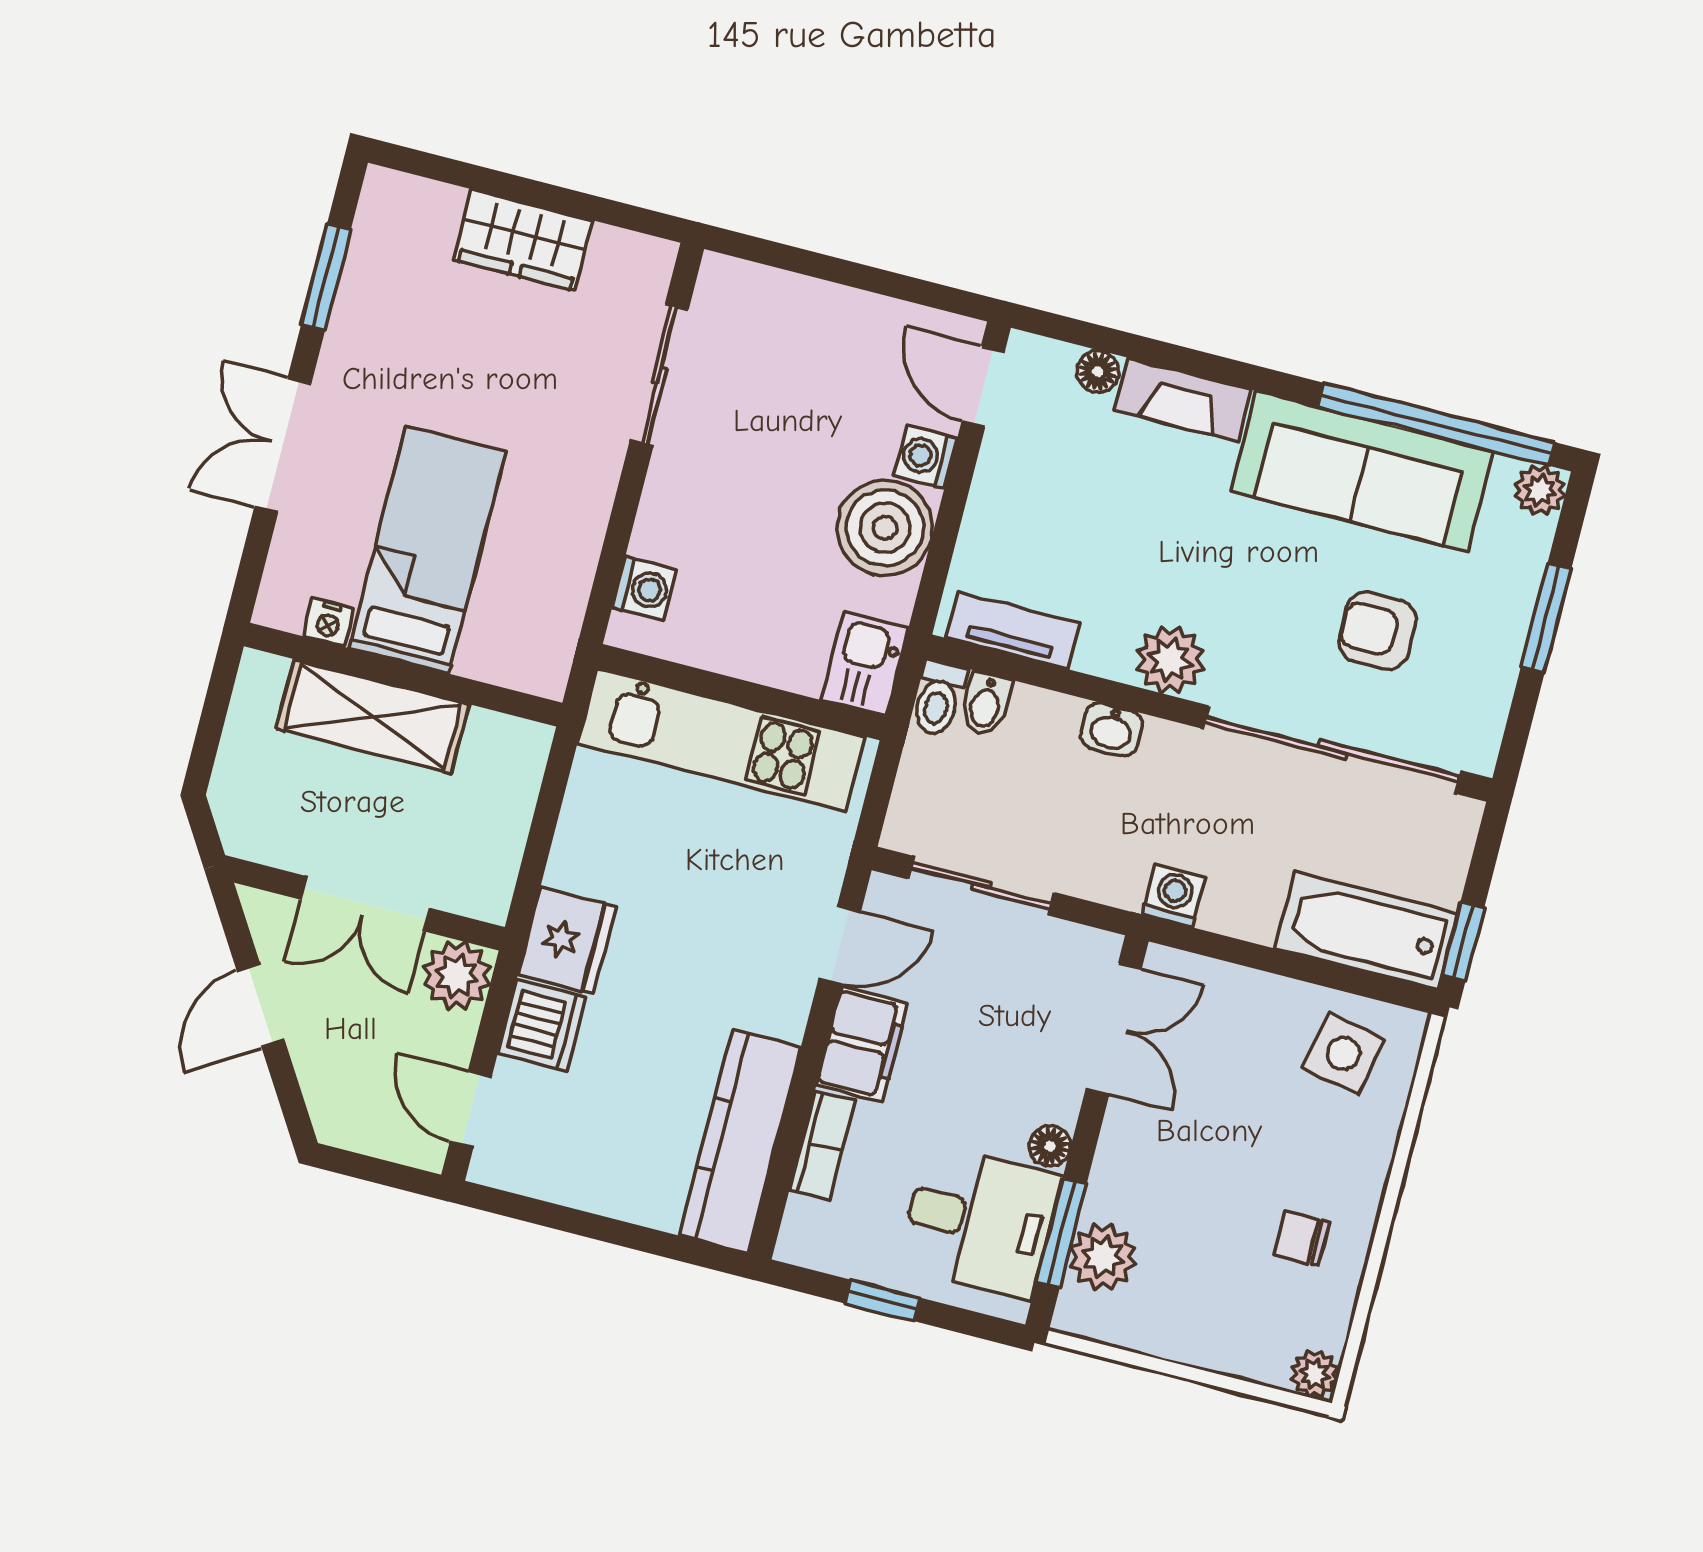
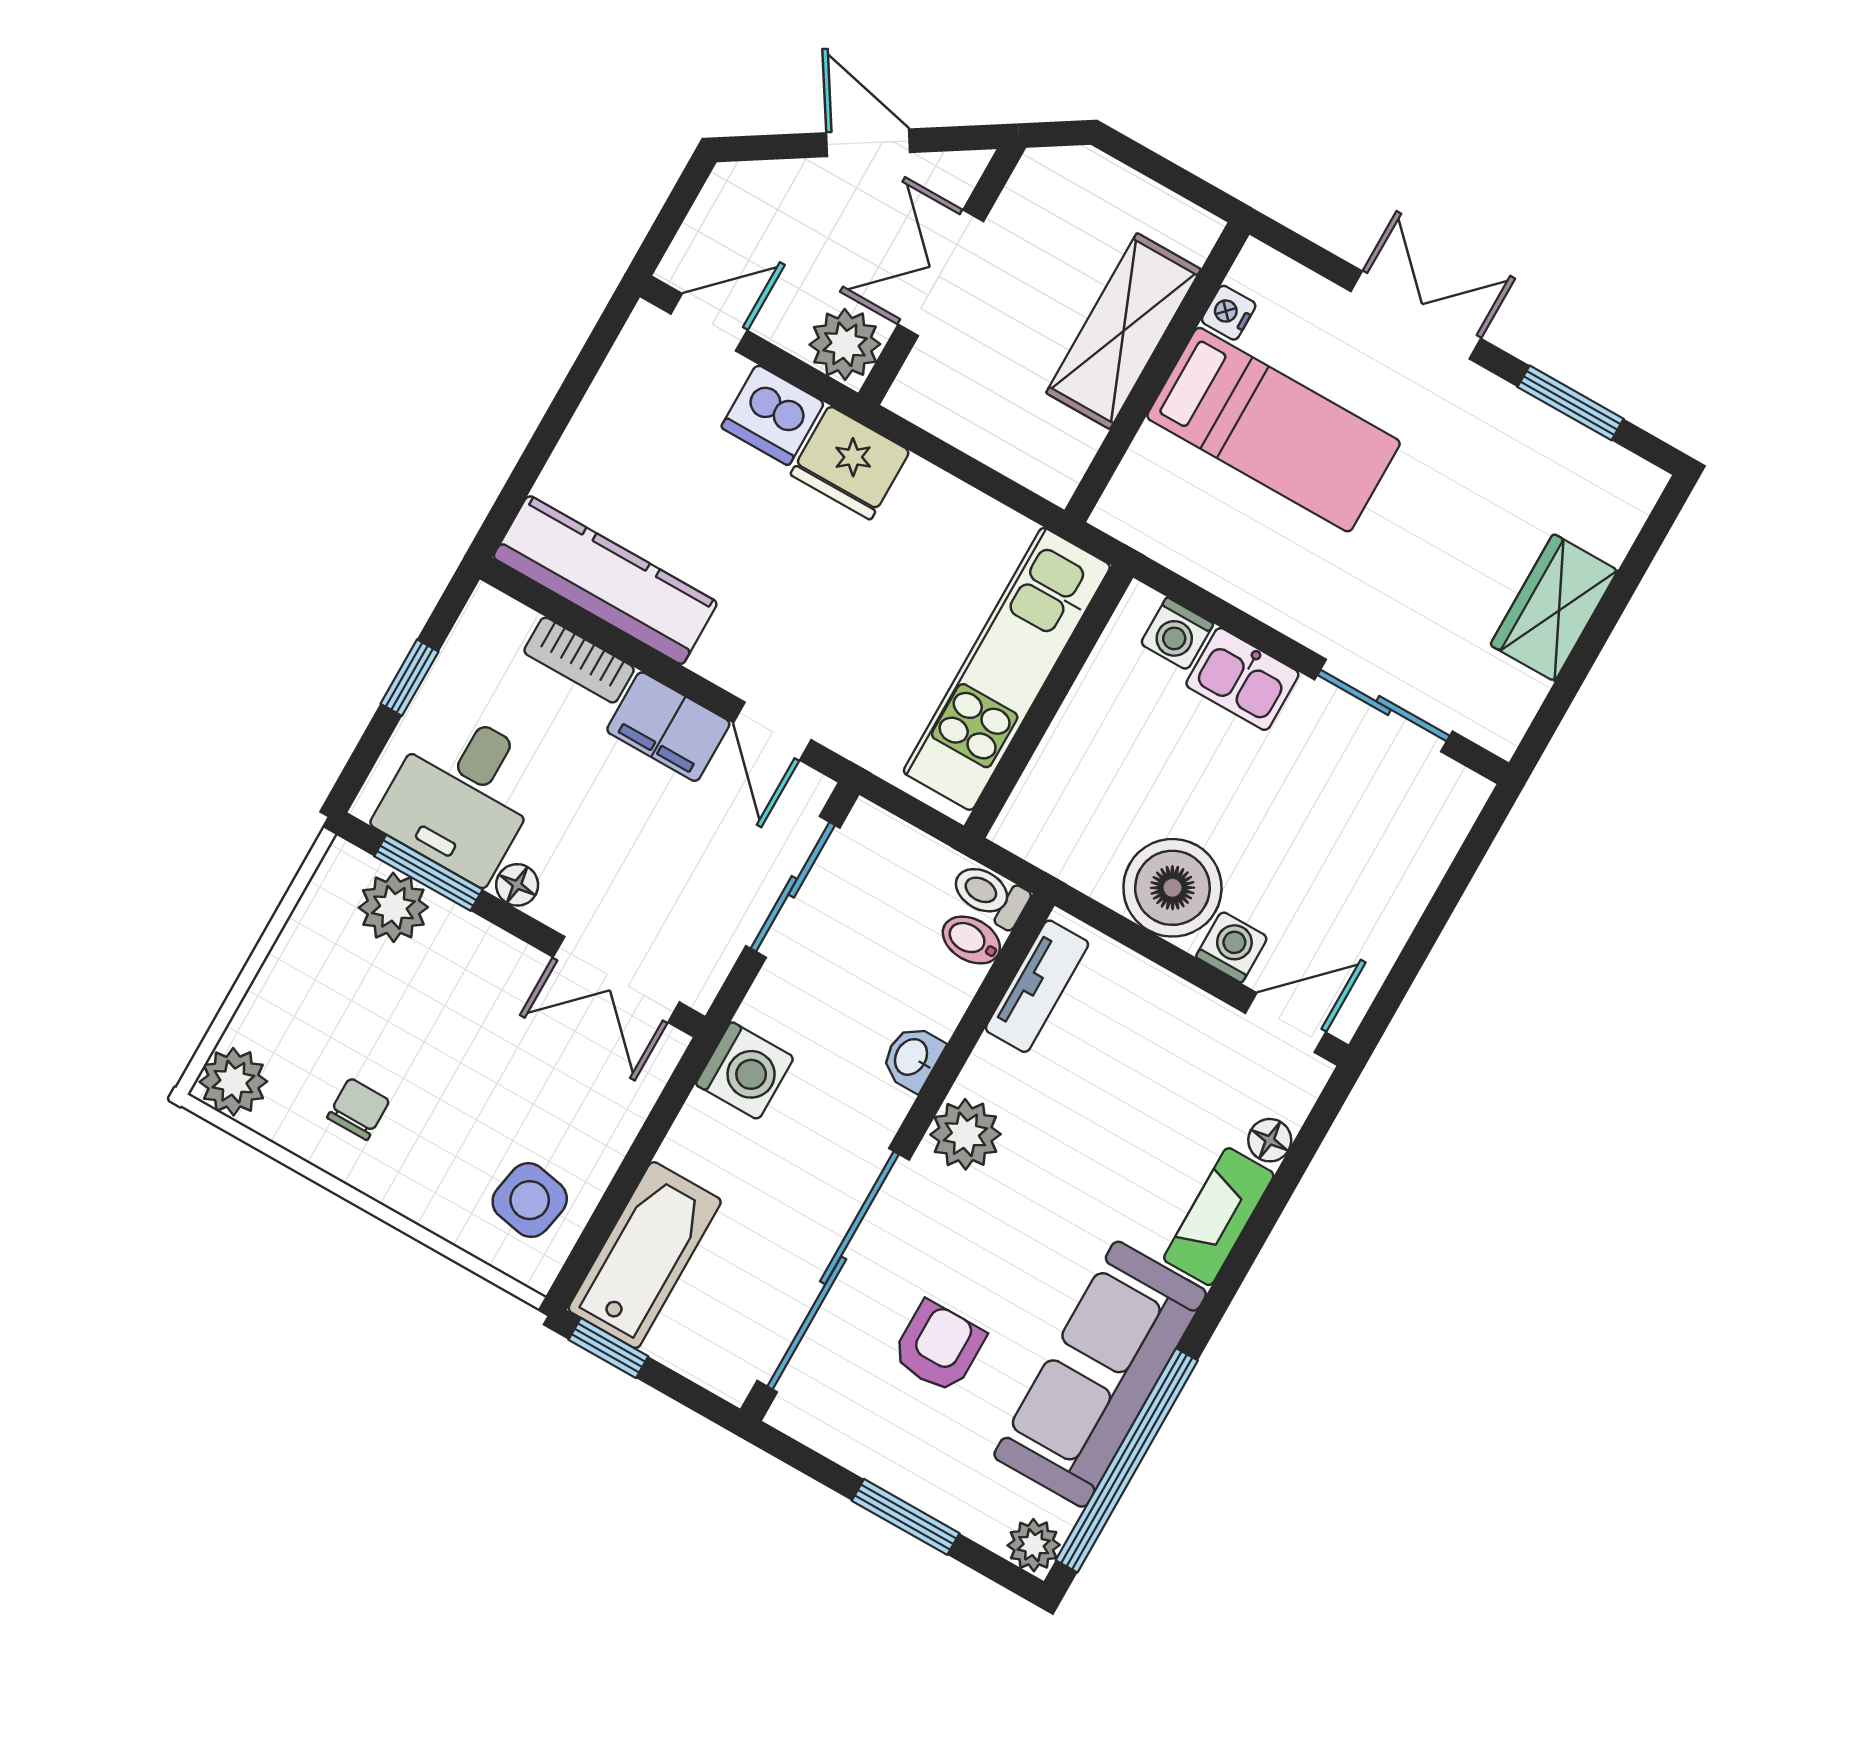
kitchen sink: (865, 664) -> (1242, 679), moved, turned 180
washing machine: (1174, 896) -> (745, 1071), width x1.38, depth x1.38
plant: (1315, 1374) -> (233, 1082), width x1.38, depth x1.38

